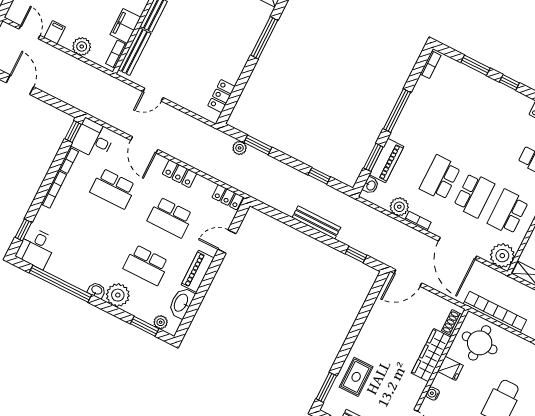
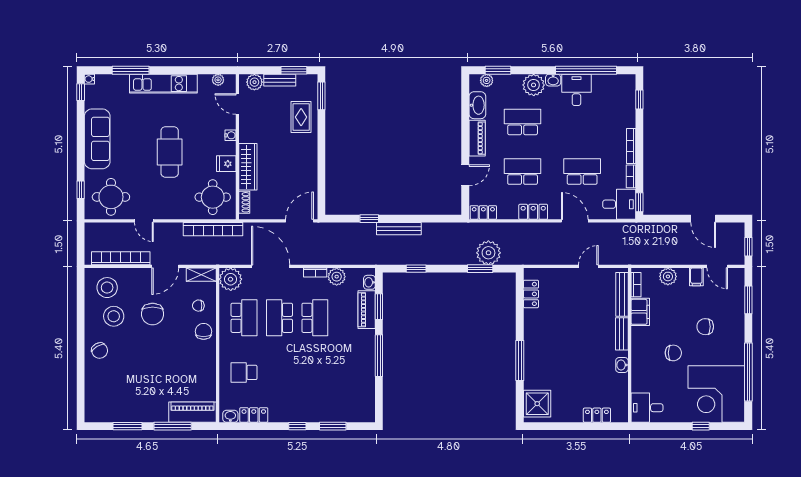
bookcase: (431, 65) -> (370, 408), removed
plant: (240, 148) -> (488, 253), width x1.87, depth x1.87
desk: (36, 248) -> (576, 90), moved
window: (356, 255) -> (369, 219), moved

